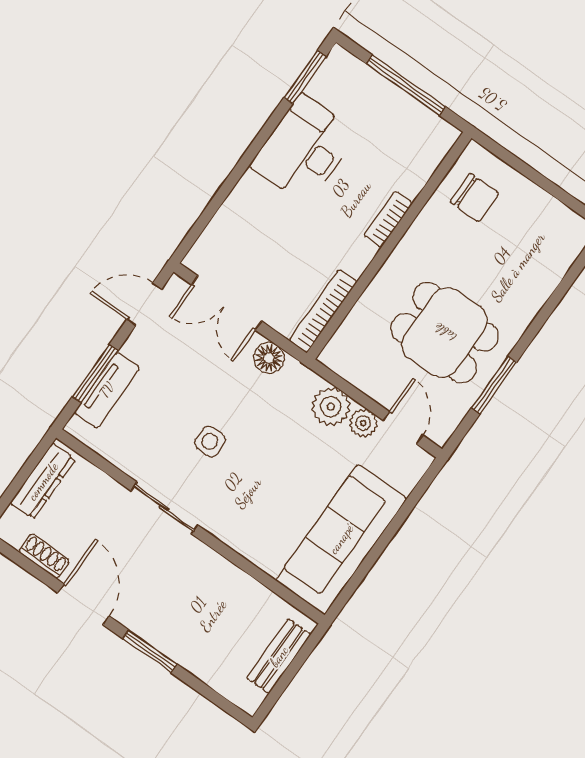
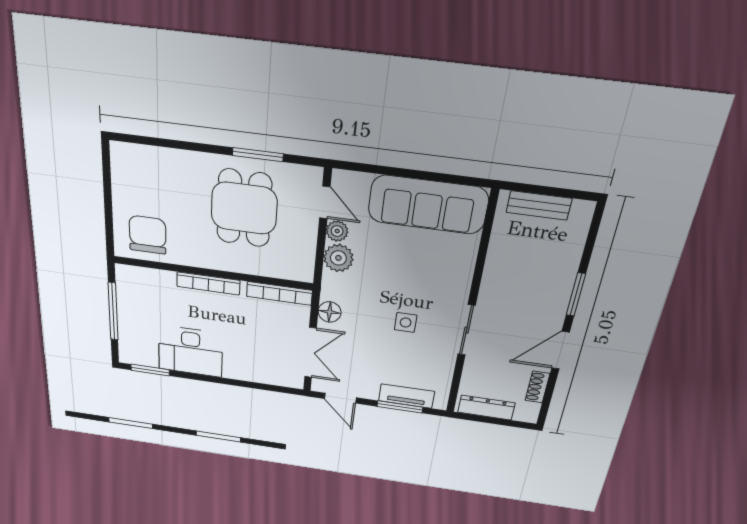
chair: (474, 198) -> (148, 235), width x1.37, depth x1.37
bookcase: (388, 219) -> (208, 283), width x1.56
door: (403, 428) -> (325, 202), swing flipped

